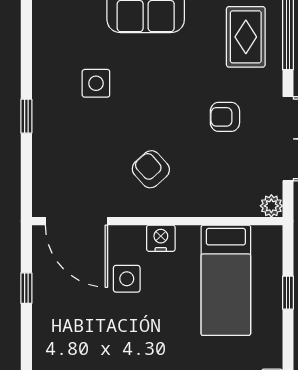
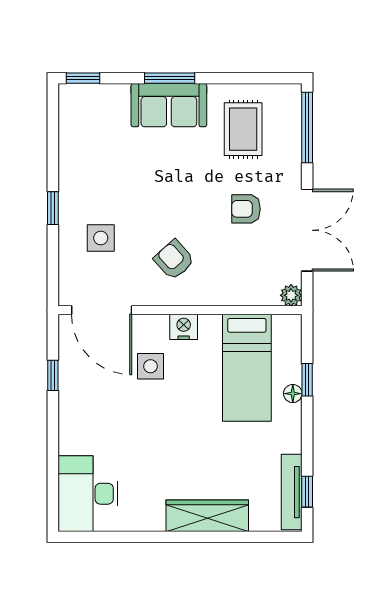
rug: (246, 37) -> (243, 129), moved
side table: (96, 83) -> (101, 238), moved
floor lamp: (273, 307) -> (293, 394), added

